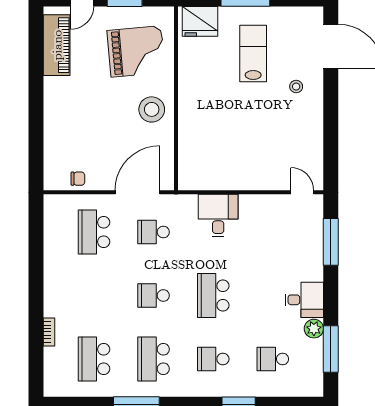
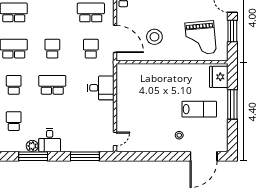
stool: (152, 109) -> (154, 37), moved
window: (331, 349) -> (33, 156), moved

